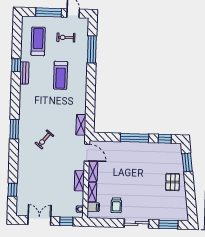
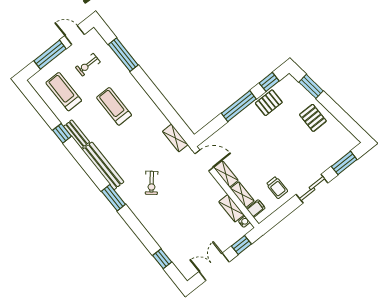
treadmill: (61, 75) -> (114, 106), turned 180
bench: (24, 105) -> (103, 166), added
pallet: (154, 151) -> (269, 103), added
shelving: (79, 181) -> (231, 208), moved

